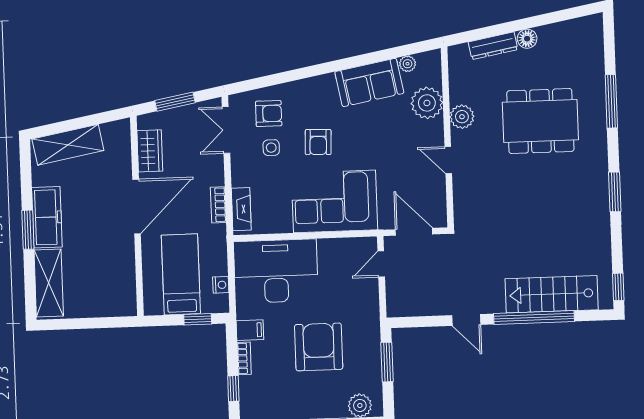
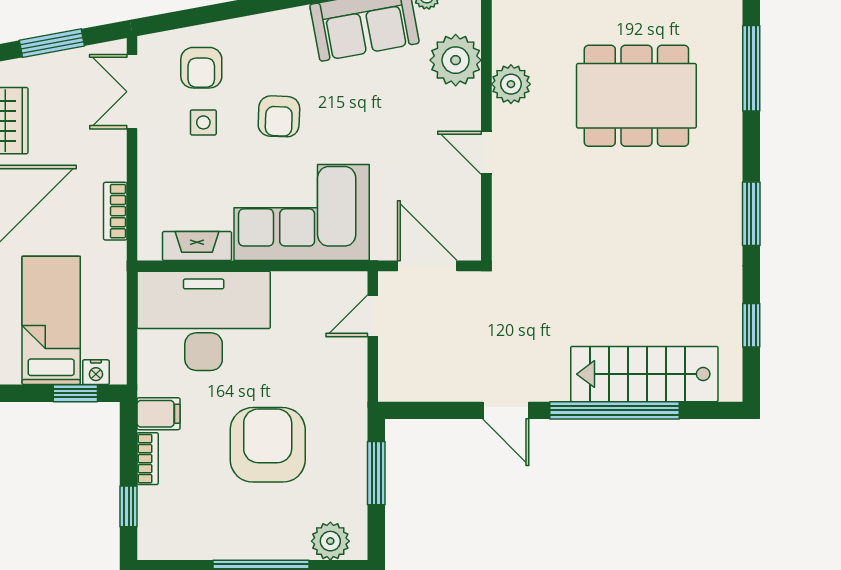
armchair: (269, 114) -> (201, 68), turned 90
fireplace: (241, 209) -> (197, 246), moved, turned -90
nightstand: (221, 285) -> (96, 372), moved, turned 90
window: (618, 287) -> (751, 325), moved

